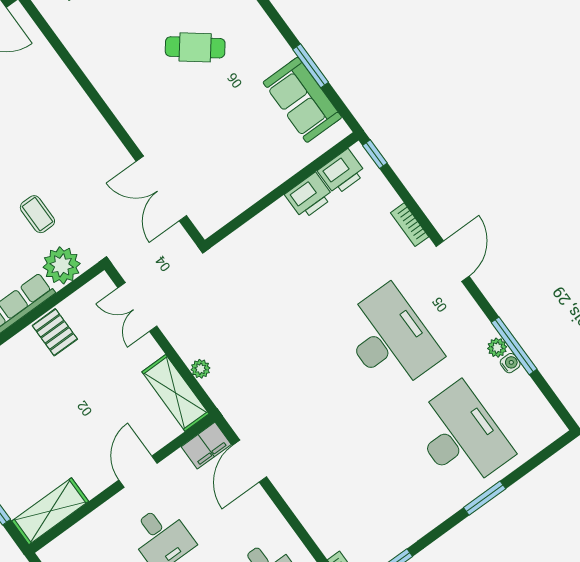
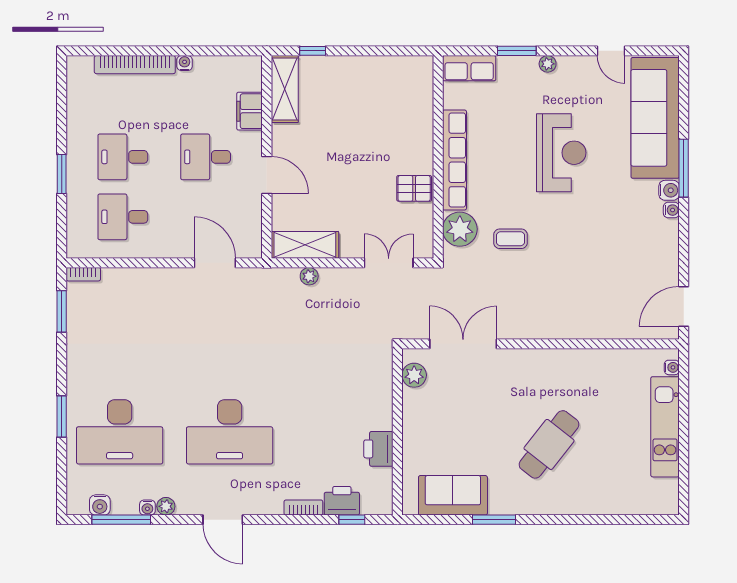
cafe table: (195, 47) -> (549, 444), width x1.37, depth x1.35
window: (311, 66) -> (494, 520), moved
window: (375, 154) -> (352, 520), moved
printer: (342, 172) -> (342, 501), moved, turned 90
plant: (221, 212) -> (414, 375), added
door: (453, 261) -> (223, 520), moved
window: (514, 346) -> (121, 520), moved
water cooler: (539, 407) -> (100, 505), added
filing cabinet: (206, 446) -> (250, 111), moved

